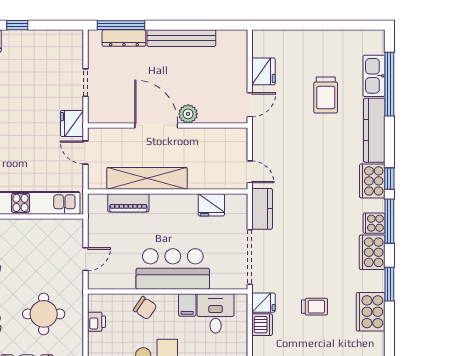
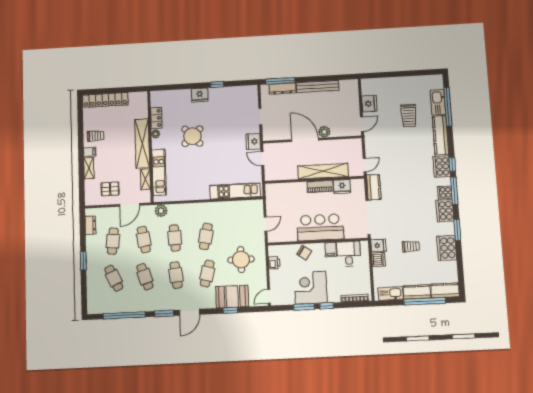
door: (250, 172) -> (365, 165), hinge flipped
shelving: (147, 178) -> (323, 171), moved
piano: (128, 203) -> (320, 186), moved

